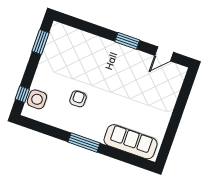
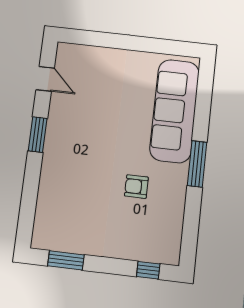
side table: (37, 99) -> (151, 247), removed
sofa: (131, 142) -> (175, 111), width x1.36, depth x1.27

